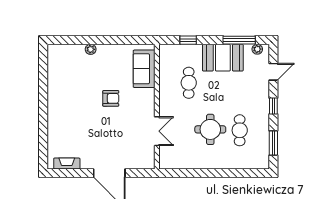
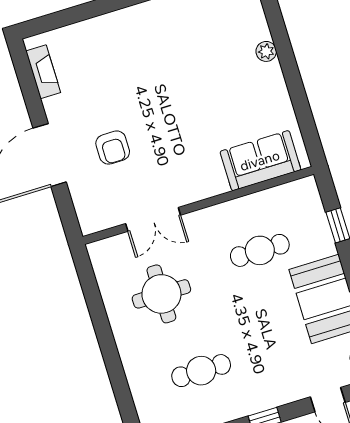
armchair: (111, 98) -> (113, 148), moved
round table: (210, 129) -> (161, 294), moved

